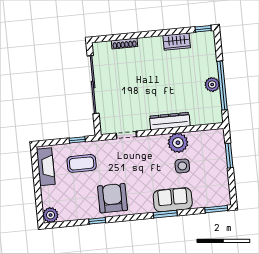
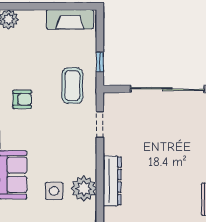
coffee table: (82, 163) -> (72, 86), moved
armchair: (113, 198) -> (22, 99), width x0.53, depth x0.53

